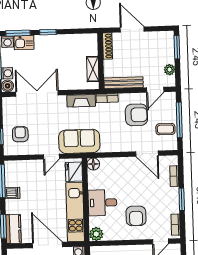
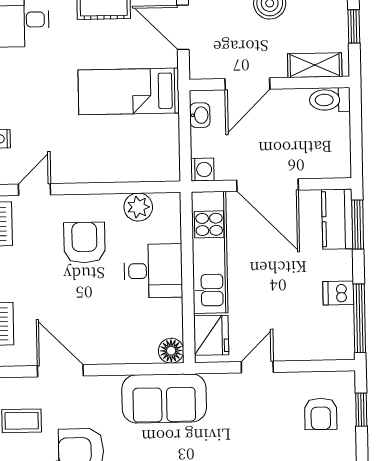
sofa: (79, 141) -> (164, 398), moved
plant: (96, 234) -> (138, 207), moved

